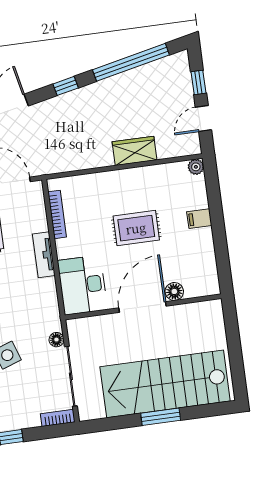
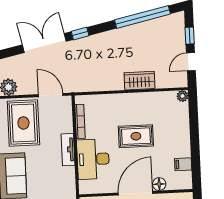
window: (66, 86) -> (80, 33), moved
filing cabinet: (199, 219) -> (183, 164), moved
desk: (83, 285) -> (93, 159), moved

